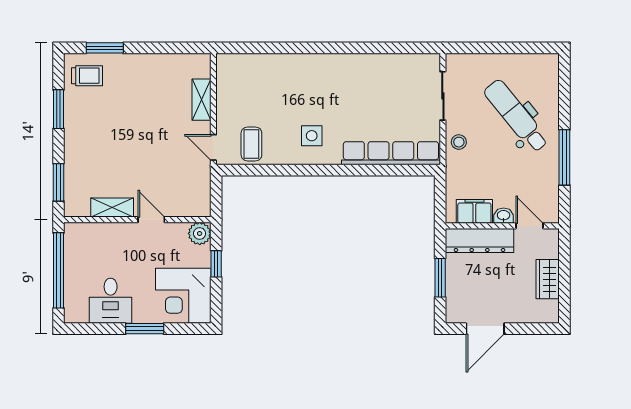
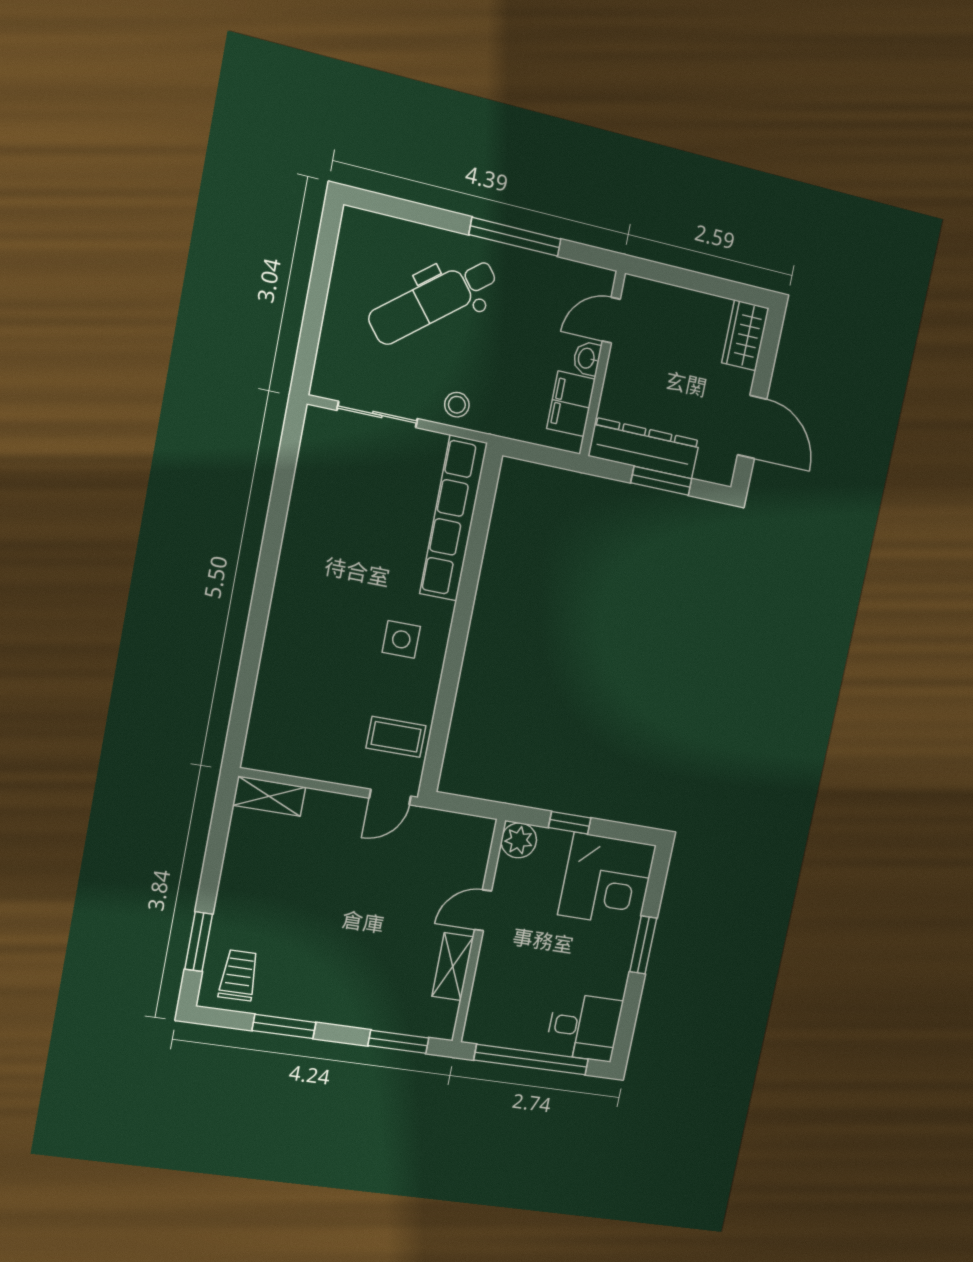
shelving: (202, 100) -> (269, 796), moved
dresser: (480, 241) -> (644, 448), moved, turned -90
wardrobe: (548, 279) -> (745, 335), moved, turned 90
desk: (111, 301) -> (584, 1027), moved

